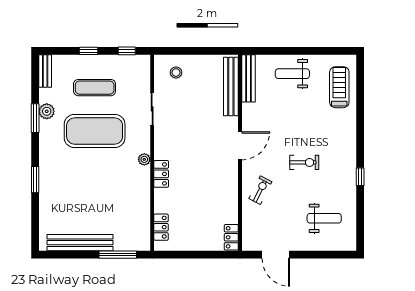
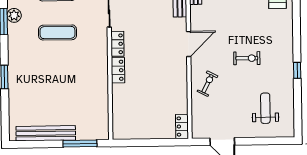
exercise mat: (95, 131) -> (57, 32), width x0.50, depth x0.69
plant: (144, 159) -> (103, 57), removed
weight bench: (324, 218) -> (265, 108), turned -90
locker: (161, 227) -> (117, 44), moved

